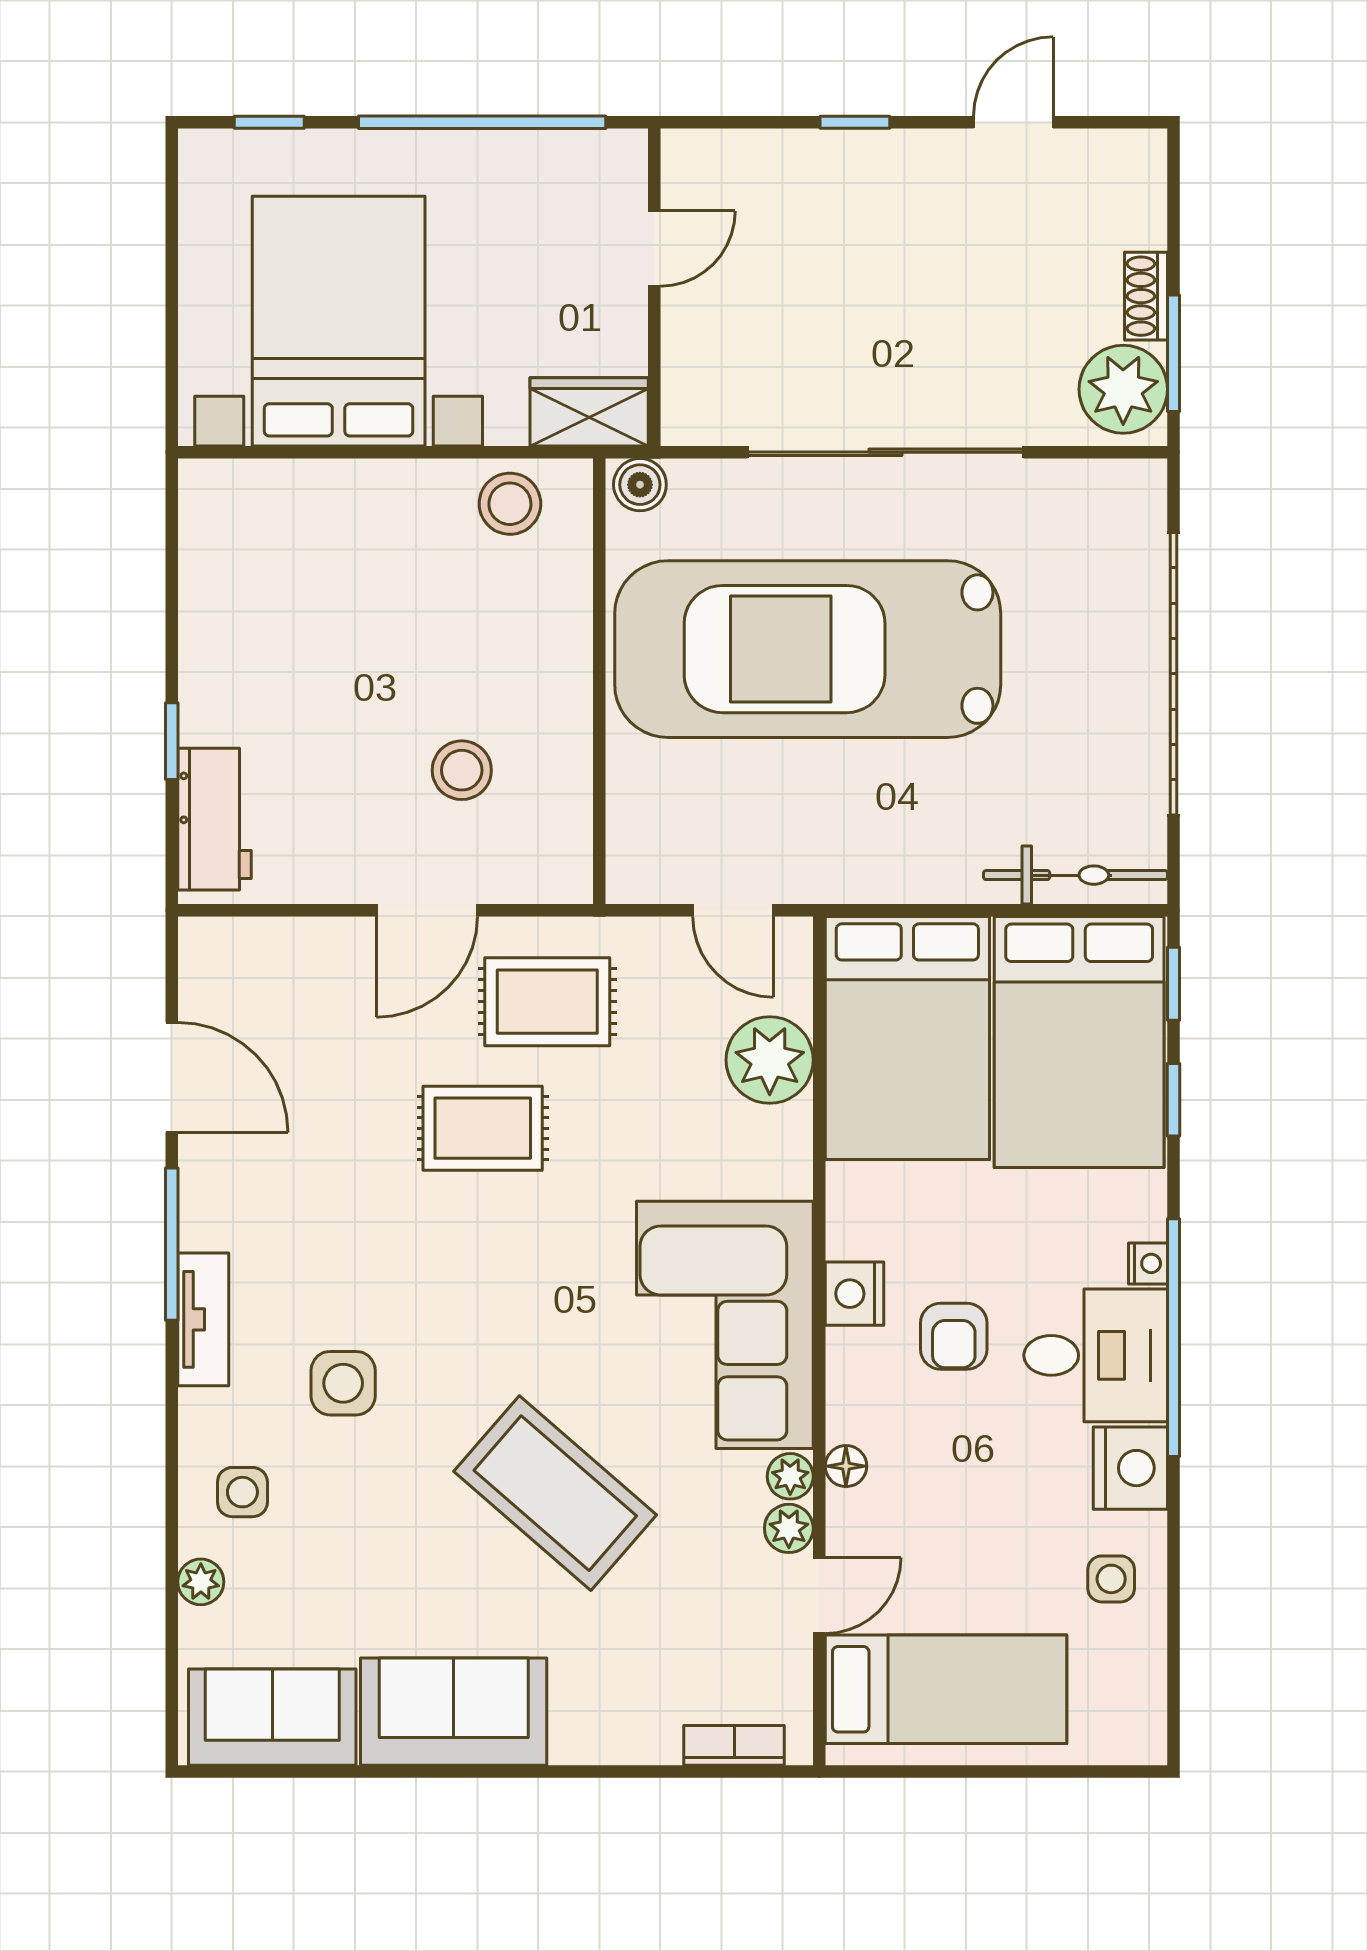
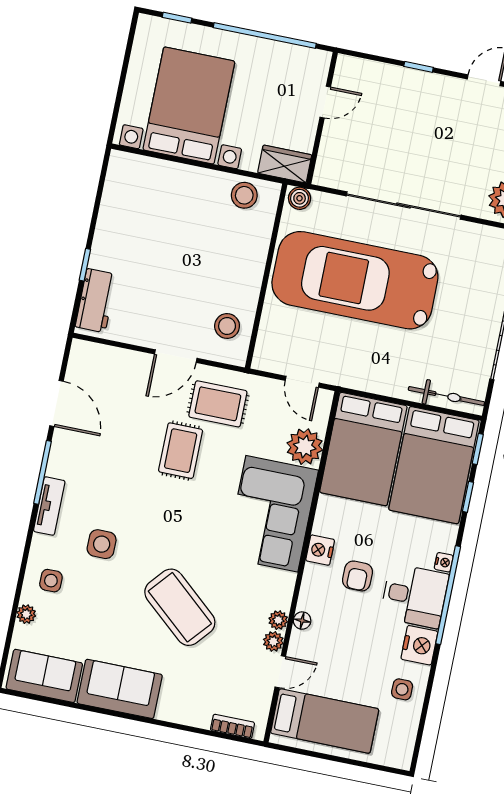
stool: (462, 770) -> (227, 326), moved
rug: (483, 1128) -> (181, 451), turned 90
corner sofa: (725, 1325) -> (272, 514), moved

